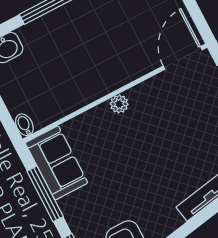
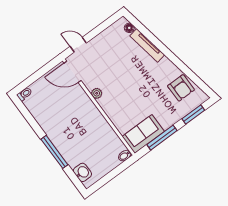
plant: (119, 104) -> (97, 93), moved

